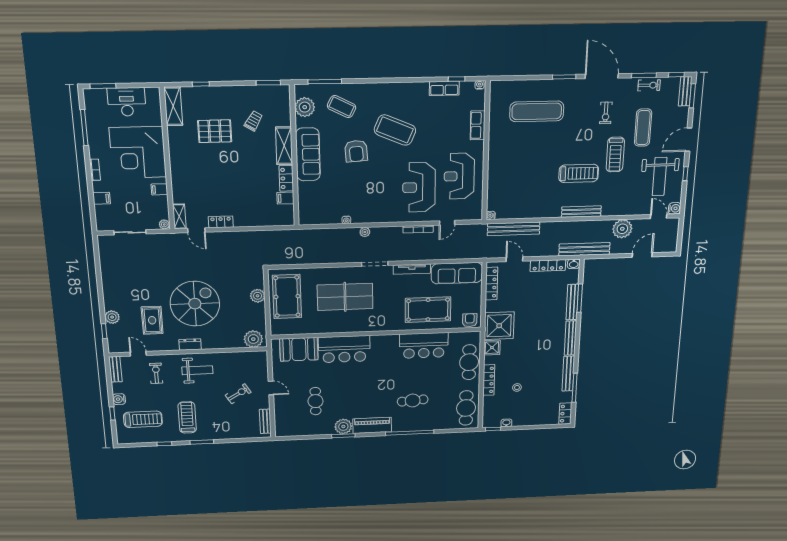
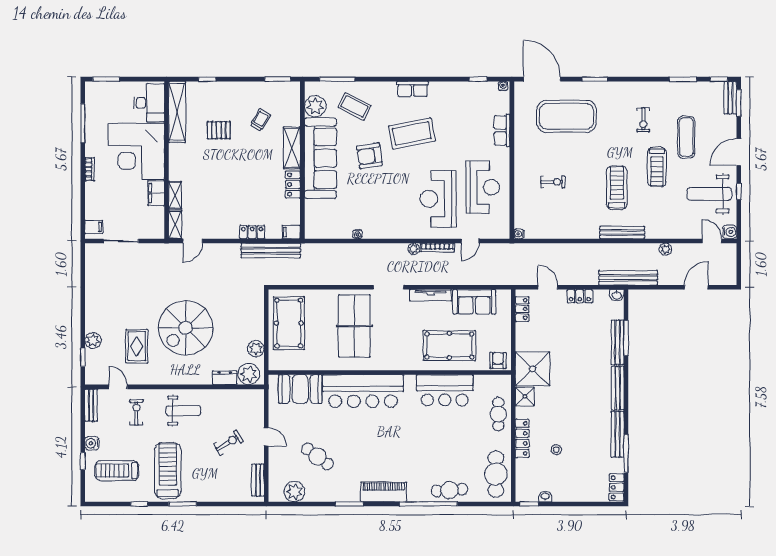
door: (602, 76) -> (542, 79), moved
exercise bike: (649, 85) -> (553, 182), moved
row of seats: (444, 88) -> (412, 89), moved
desk: (127, 102) -> (149, 103), moved, turned 90
shelving: (173, 106) -> (177, 112), width x1.47
exercise mat: (537, 111) -> (567, 116), width x1.47
coffee table: (395, 130) -> (412, 133), turned -34
pallet: (215, 131) -> (219, 130), width x0.67, depth x0.71
armchair: (356, 151) -> (369, 156), turned 85
sofa: (308, 154) -> (321, 158), width x1.36, depth x1.27
treadmill: (579, 173) -> (617, 188), turned -90
reception desk: (459, 176) -> (483, 187), turned 180
weight bench: (660, 177) -> (709, 194), turned 90
filing cabinet: (159, 189) -> (156, 193), width x2.00
shelving: (177, 191) -> (175, 195), added
filing cabinet: (102, 198) -> (94, 227), moved
filing cabinet: (285, 198) -> (291, 232), moved
locker: (221, 222) -> (252, 232), moved
plant: (164, 224) -> (158, 233), removed
bench: (514, 229) -> (271, 250), moved
plant: (622, 229) -> (665, 249), width x0.53, depth x0.53
door: (196, 230) -> (193, 241), hinge flipped
plant: (365, 232) -> (414, 249), moved
locker: (548, 265) -> (580, 296), width x0.66
sofa: (457, 273) -> (474, 302), width x0.73
locker: (491, 284) -> (522, 309), width x0.66
plant: (258, 296) -> (256, 349), moved
table tennis table: (345, 297) -> (354, 326), turned 90
spiral stairs: (195, 304) -> (186, 328), turned 180
dresser: (190, 345) -> (225, 378), moved
bar counter: (344, 349) -> (363, 391), width x1.36
cafe table: (469, 362) -> (498, 414), width x0.73, depth x0.74
cafe table: (413, 400) -> (449, 490), moved
cafe table: (315, 401) -> (317, 456), turned -53
treadmill: (187, 417) -> (168, 471), width x1.37, depth x1.38
treadmill: (143, 419) -> (117, 471), turned 180
plant: (343, 426) -> (294, 492), moved

